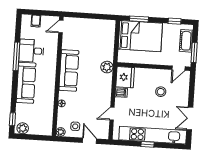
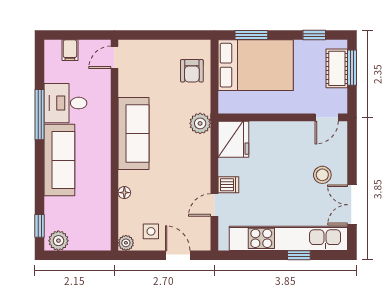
armchair: (104, 37) -> (192, 71), added
window: (194, 52) -> (352, 68), moved
stool: (161, 92) -> (322, 175), moved
dishwasher: (121, 93) -> (228, 185), moved
window: (148, 144) -> (299, 255), moved

